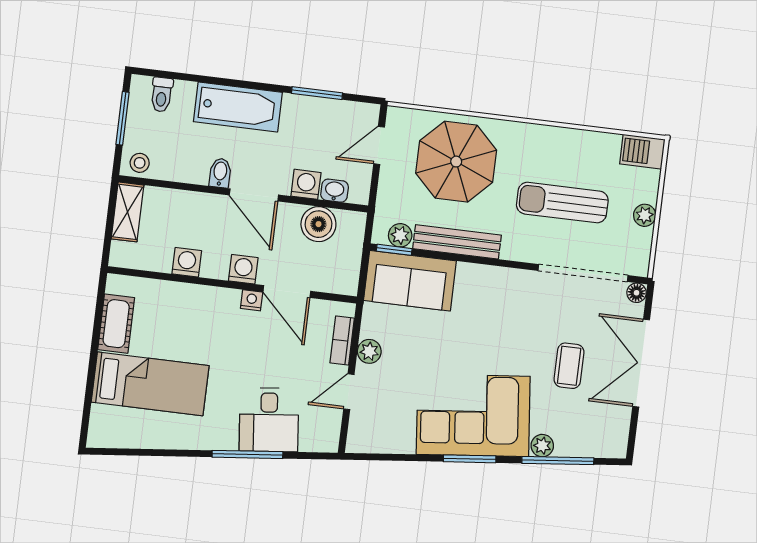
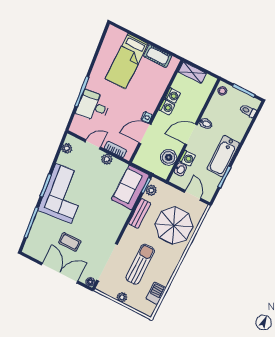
bathtub: (238, 107) -> (223, 156), moved
barbecue: (642, 152) -> (156, 293), moved
shelving: (128, 212) -> (192, 73), moved
bench: (457, 242) -> (140, 213), width x0.73
washing machine: (243, 269) -> (167, 107), moved
door: (349, 392) -> (93, 144), hinge flipped
plant: (542, 446) -> (67, 148), moved

